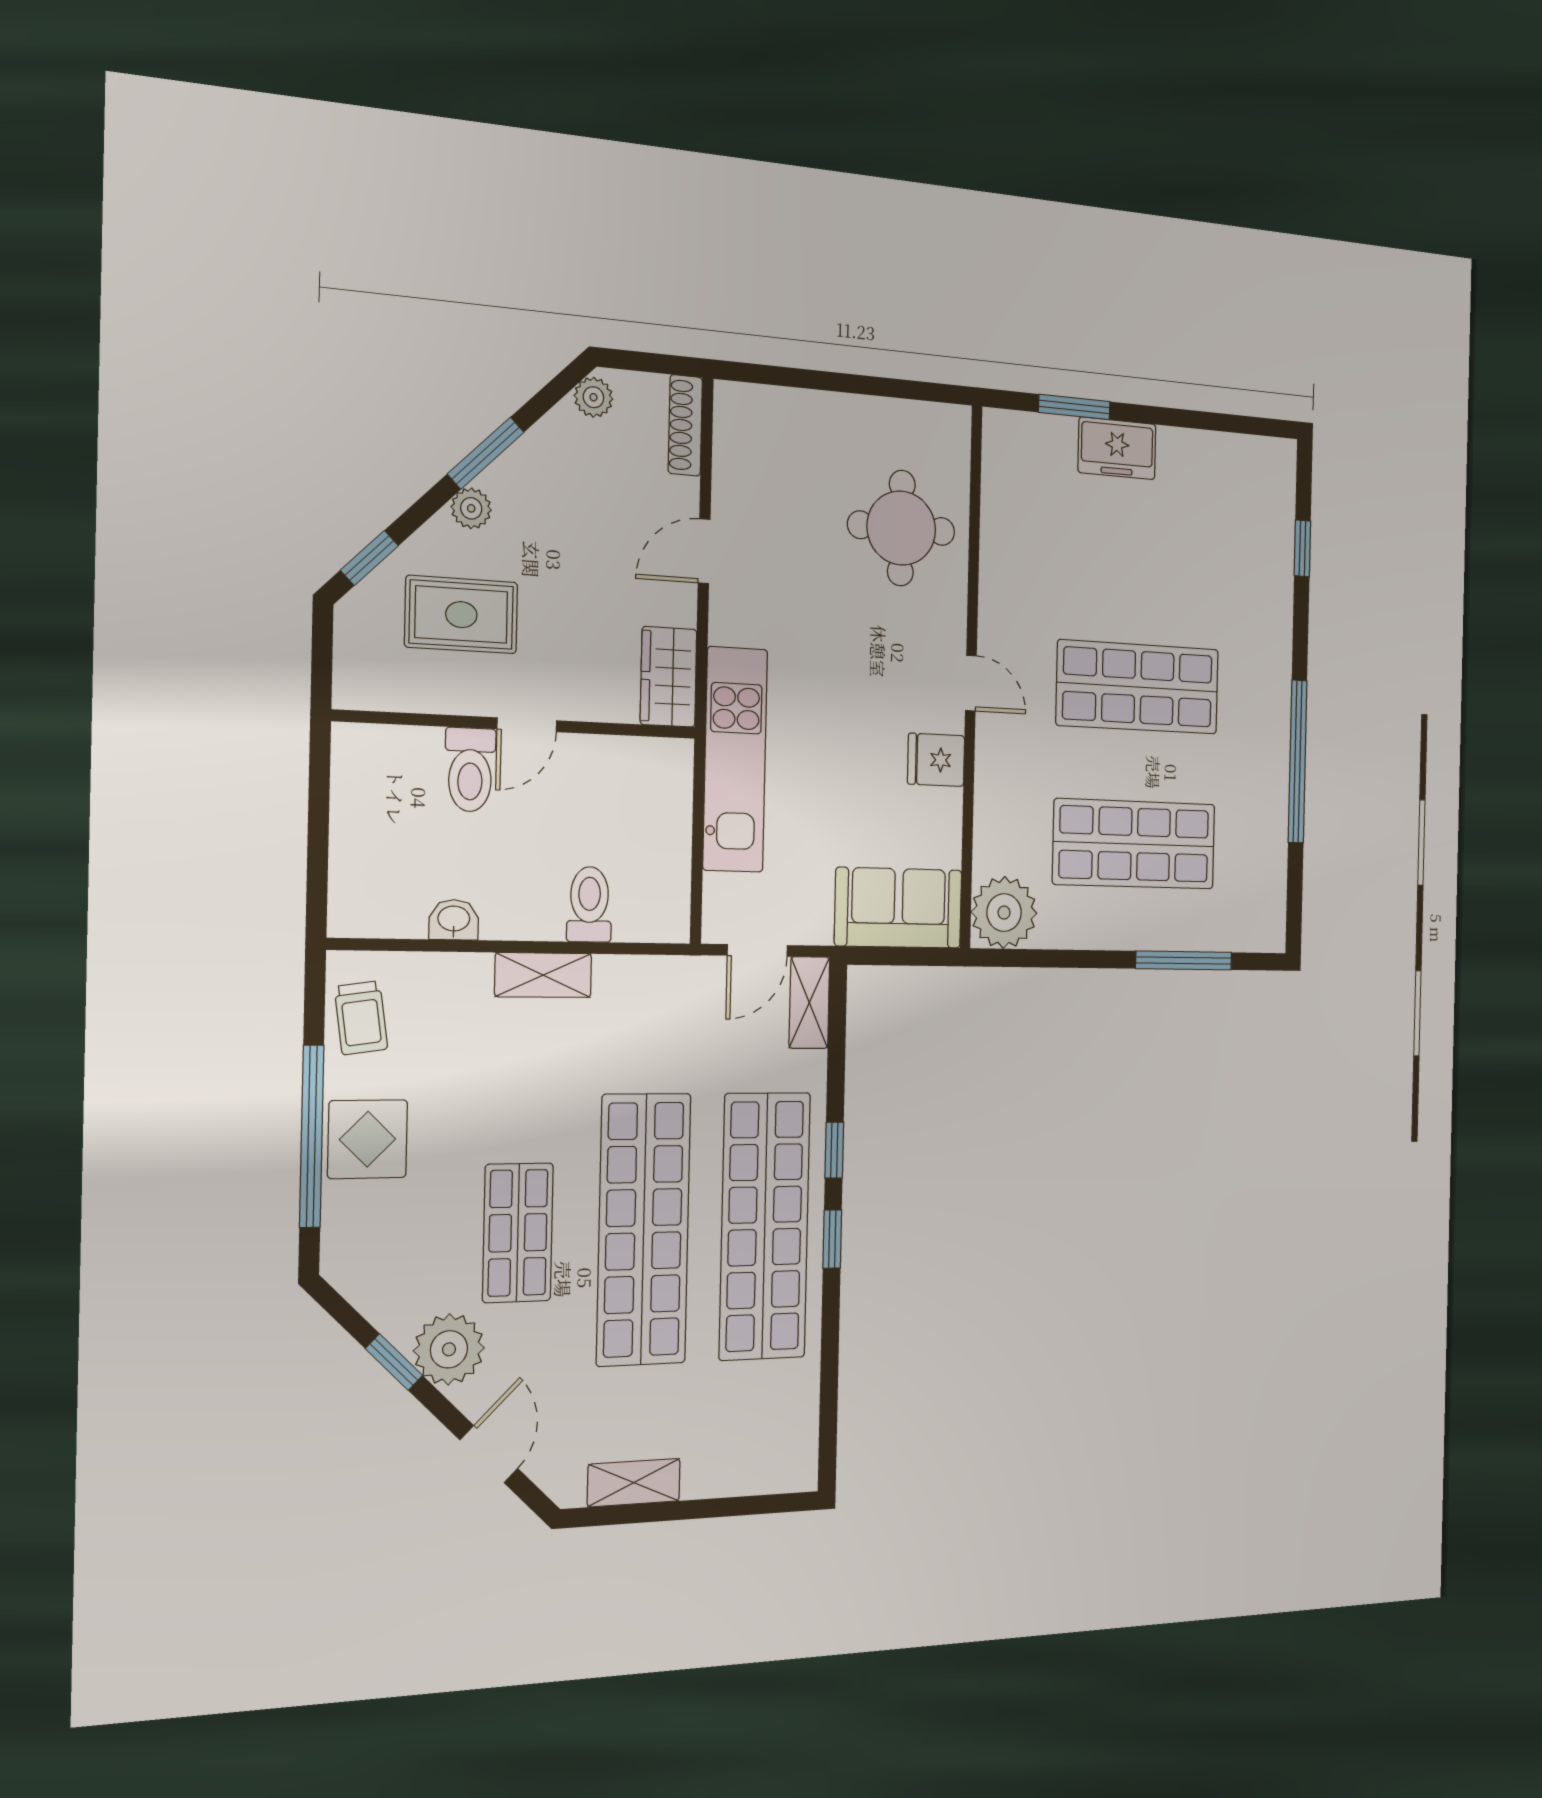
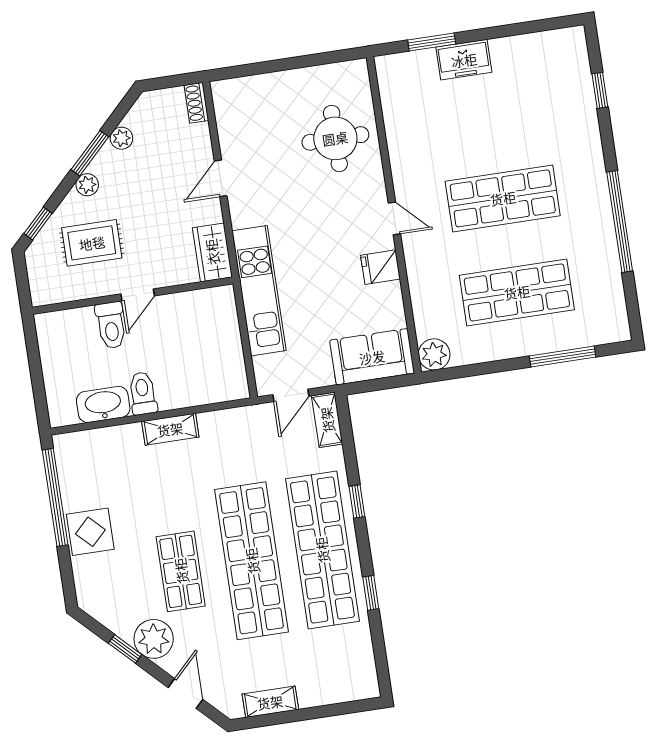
plant: (593, 397) -> (121, 138), moved
shoe rack: (685, 425) -> (196, 103), width x0.70
toilet: (589, 904) -> (143, 393), moved
plant: (1004, 913) -> (434, 354), width x0.73, depth x0.73
washbasin: (454, 920) -> (103, 404), width x1.91, depth x1.45
trolley: (361, 1018) -> (76, 468), removed
window: (312, 1136) -> (55, 497), moved
window: (832, 1239) -> (371, 593), moved

